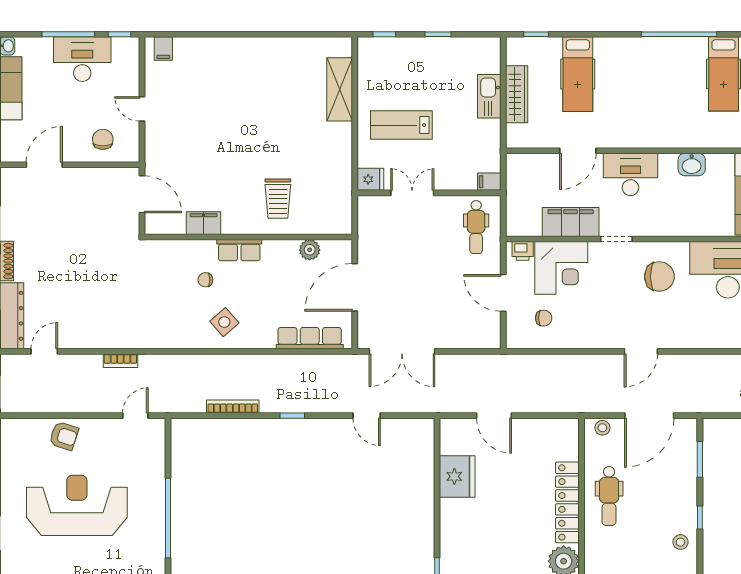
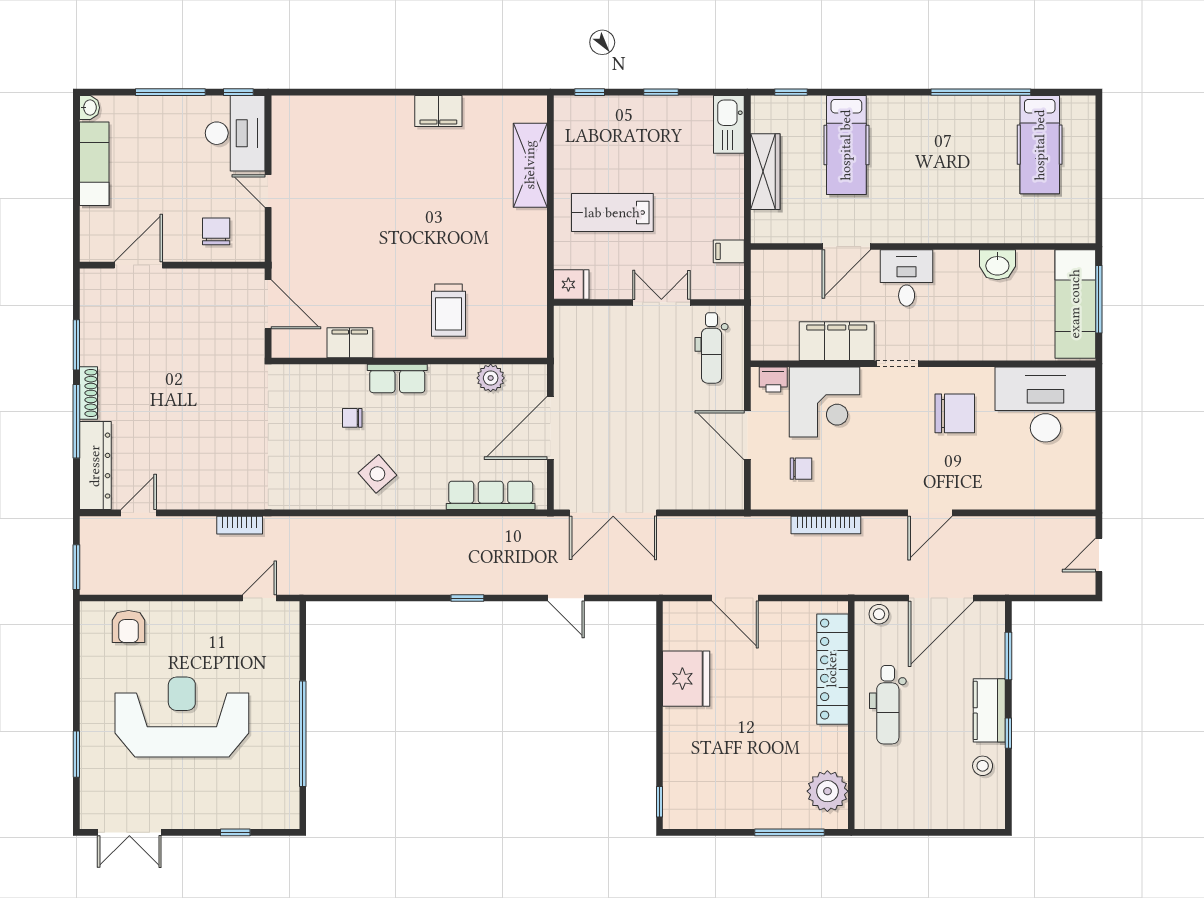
filing cabinet: (163, 49) -> (438, 111), moved, width x2.00
desk: (82, 59) -> (235, 133), moved, turned 90
kitchen sink: (489, 96) -> (729, 124), moved
desk: (630, 174) -> (907, 278), width x0.73
filing cabinet: (489, 182) -> (729, 251), moved
double door: (412, 193) -> (661, 302), moved
bookcase: (233, 407) -> (826, 525), moved, turned 180
armchair: (64, 436) -> (129, 627), moved, turned 72
kitchen counter: (686, 500) -> (989, 710), added
locker: (567, 502) -> (832, 669), moved

